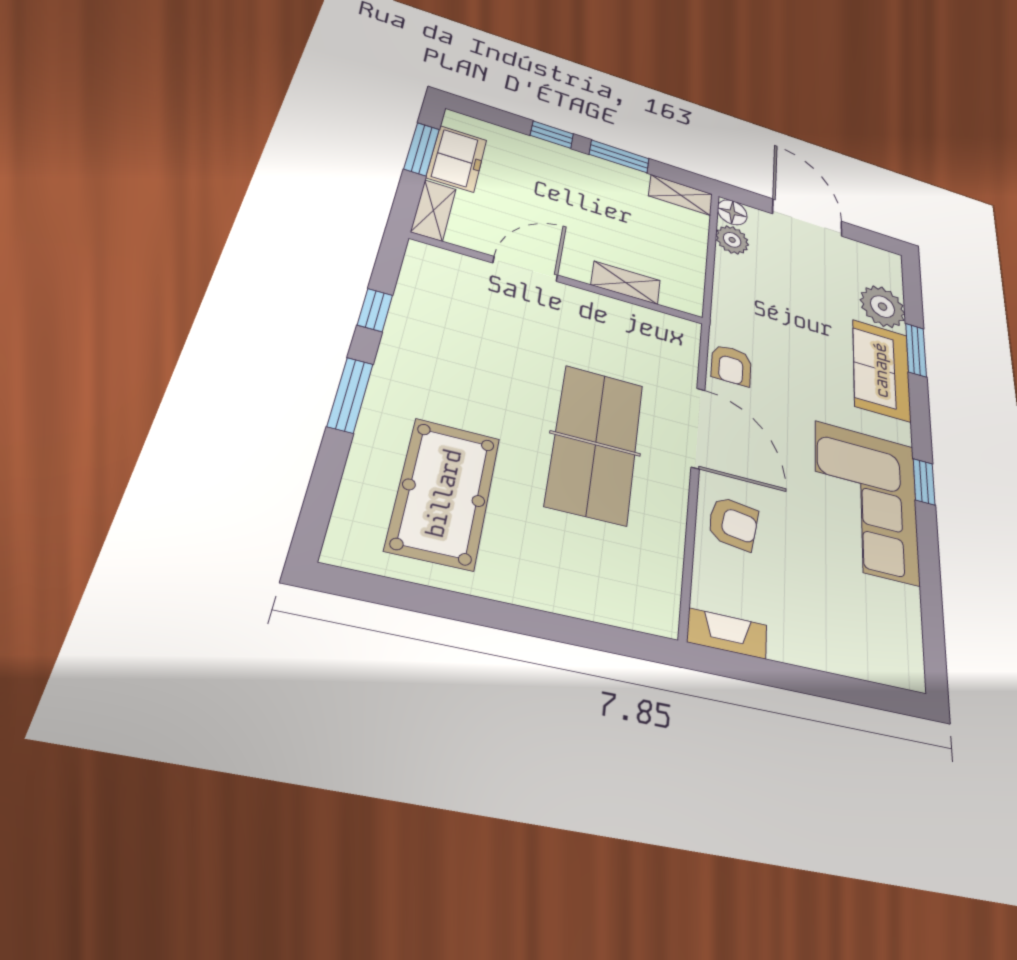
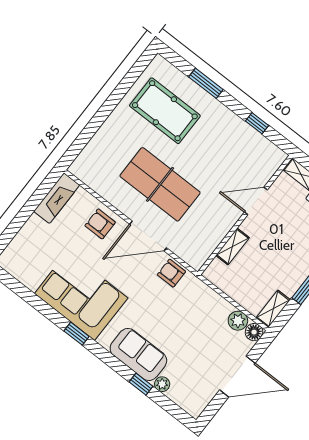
door: (525, 269) -> (256, 201), swing flipped
plant: (883, 307) -> (162, 384), width x0.53, depth x0.53
window: (916, 350) -> (141, 384), width x0.67
window: (350, 395) -> (206, 83), moved
armchair: (733, 523) -> (100, 224), turned 82
fireplace: (727, 634) -> (57, 198), width x1.37, depth x1.32

